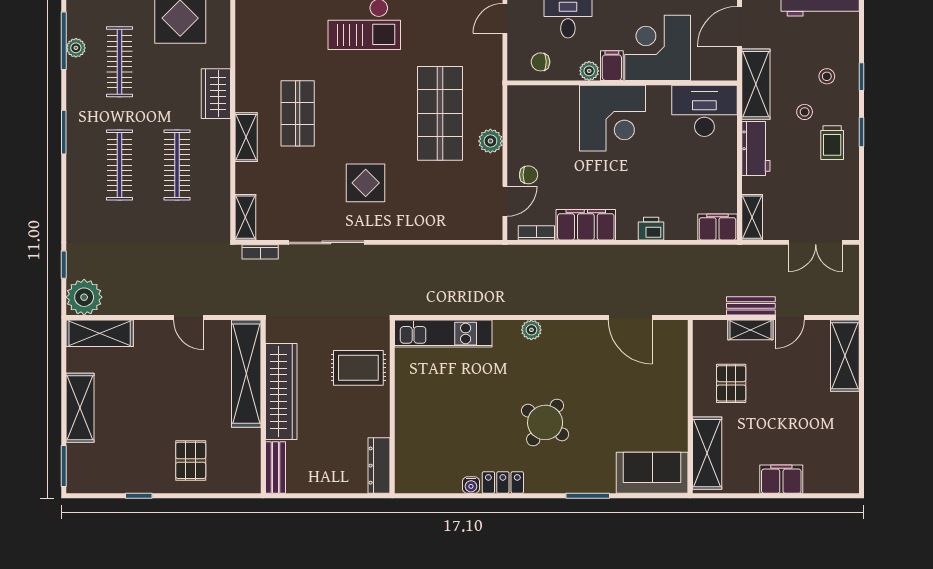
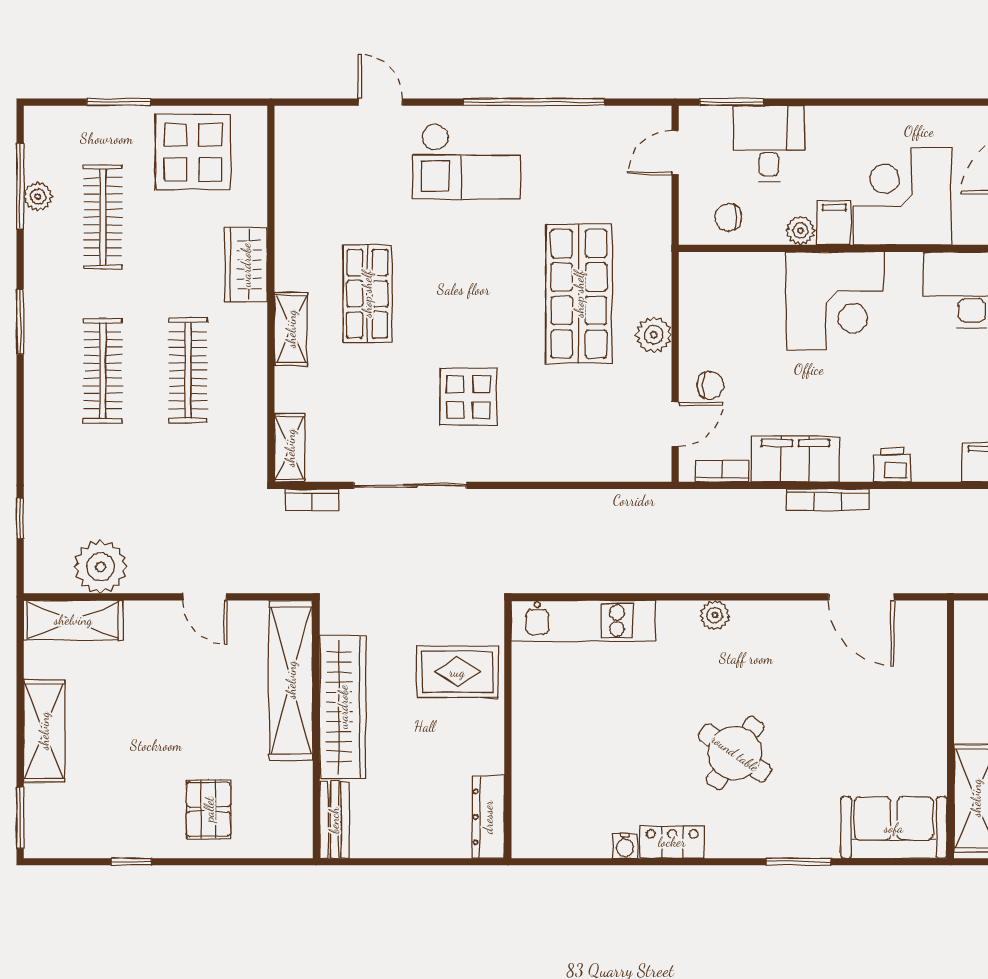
bookcase: (608, 252) -> (828, 500), added
plant: (84, 297) -> (101, 567), moved

